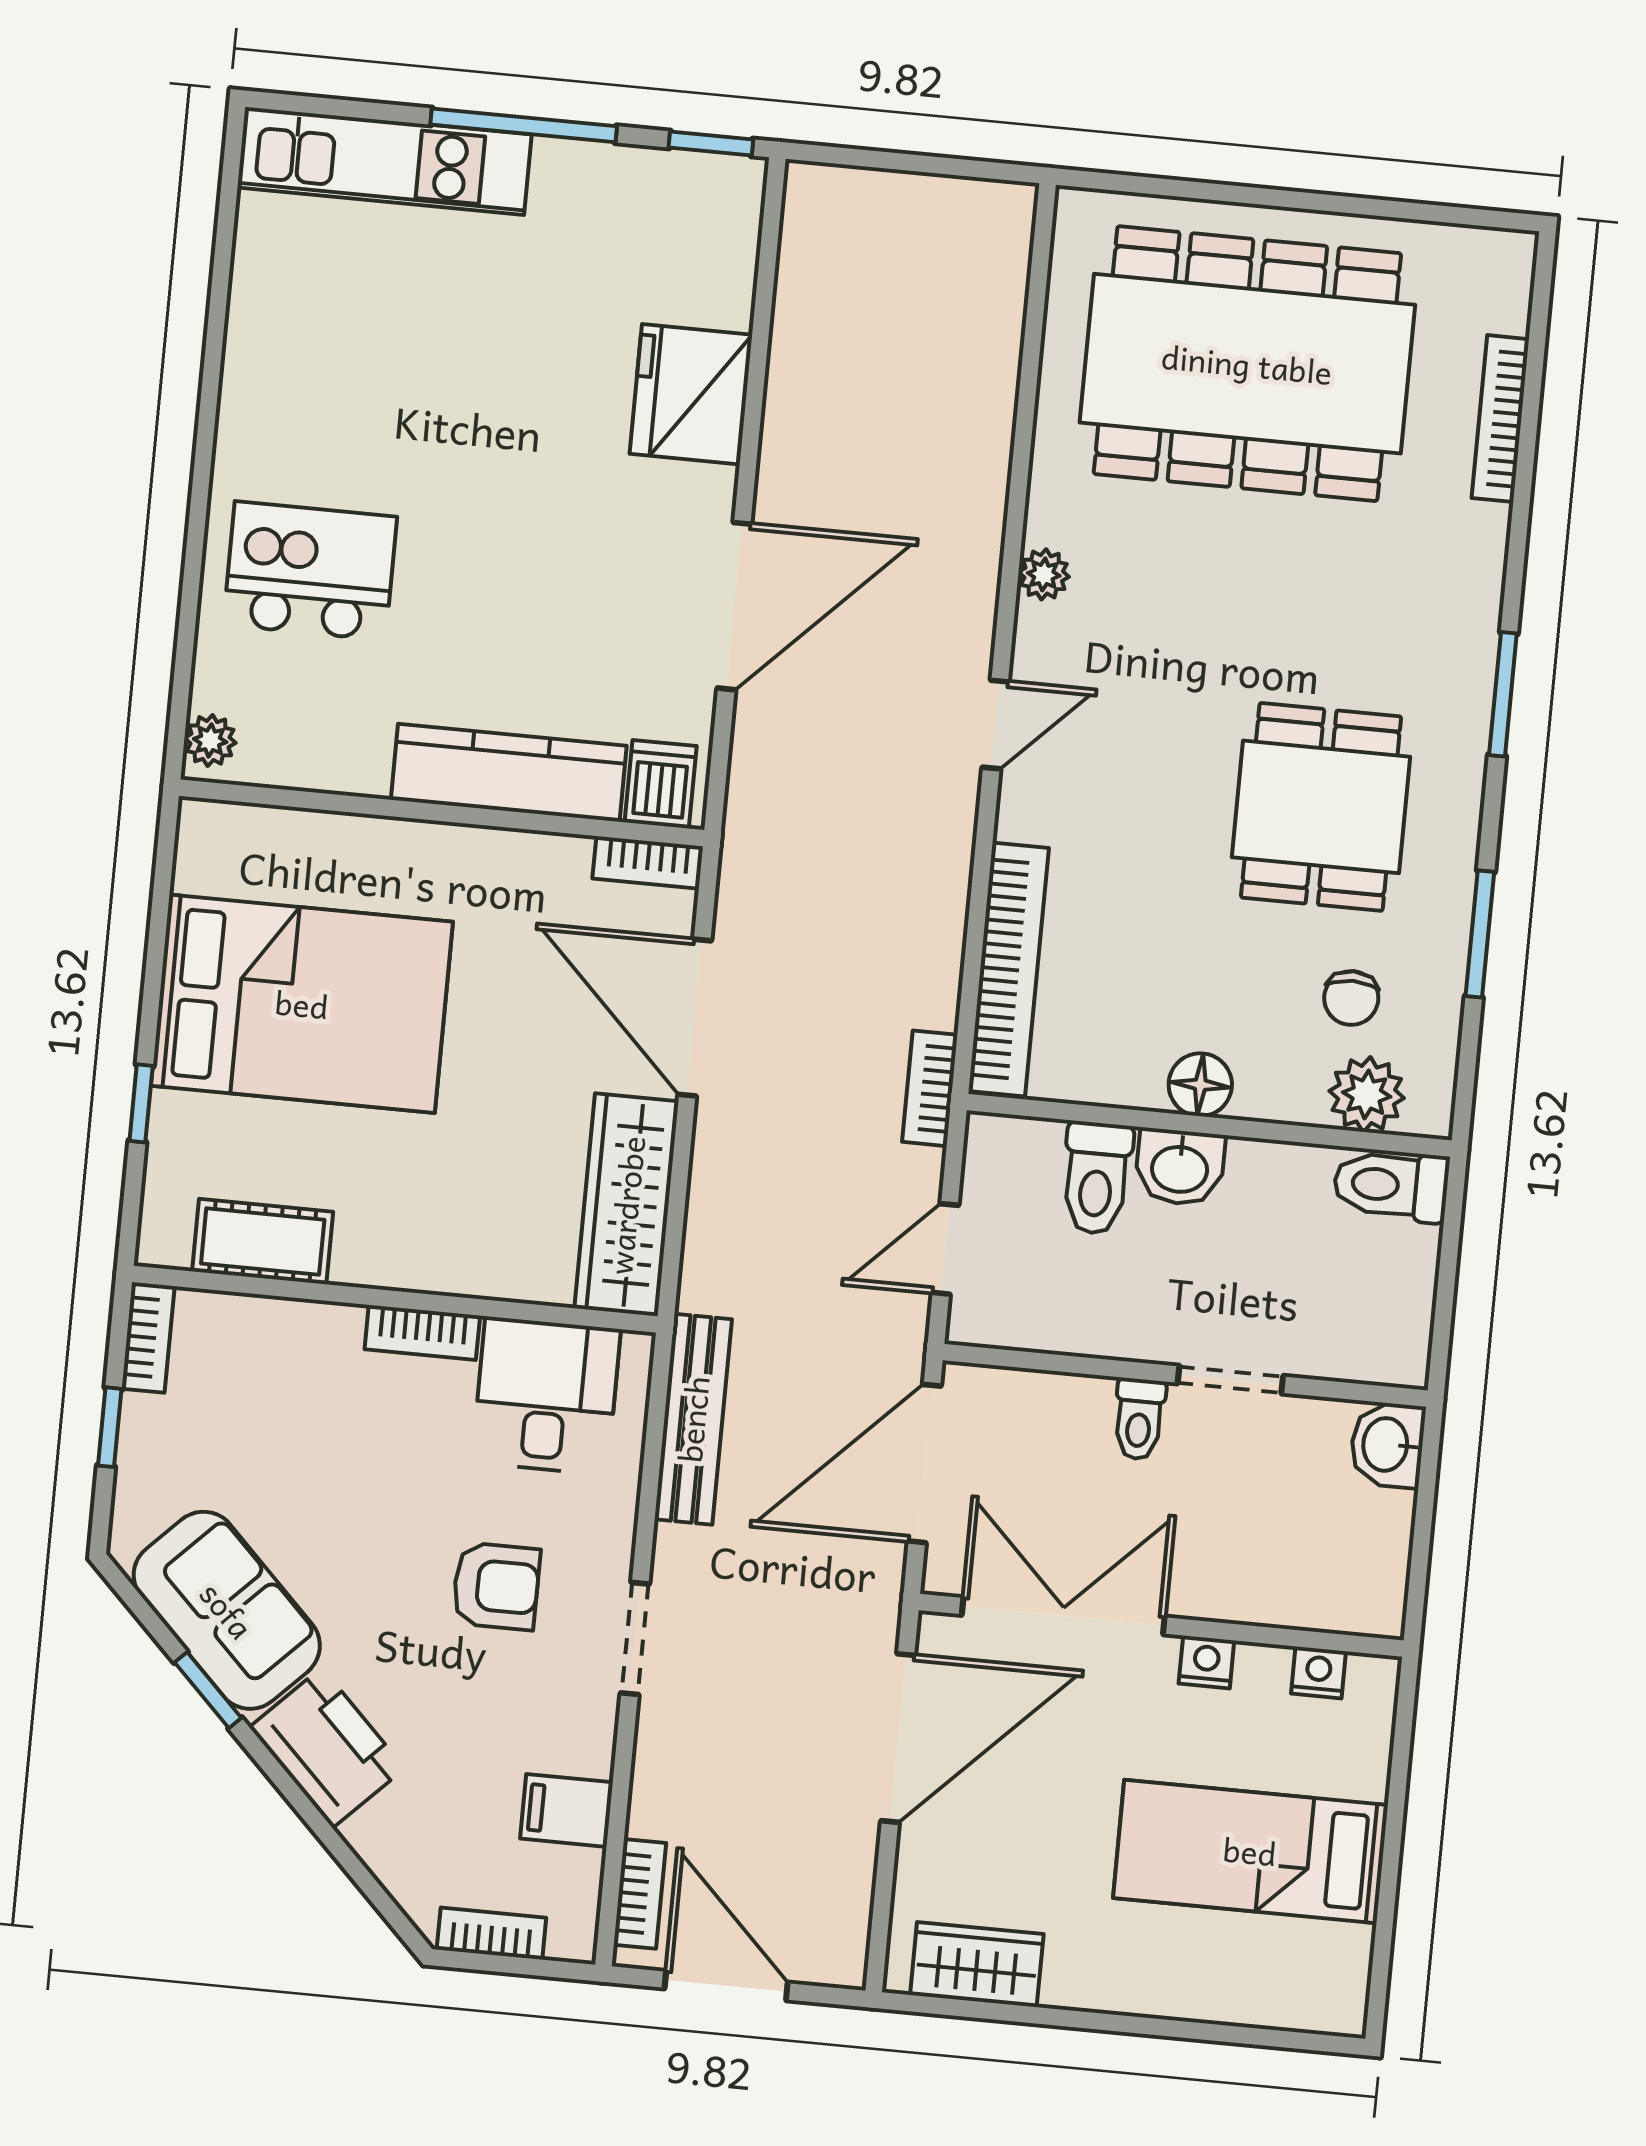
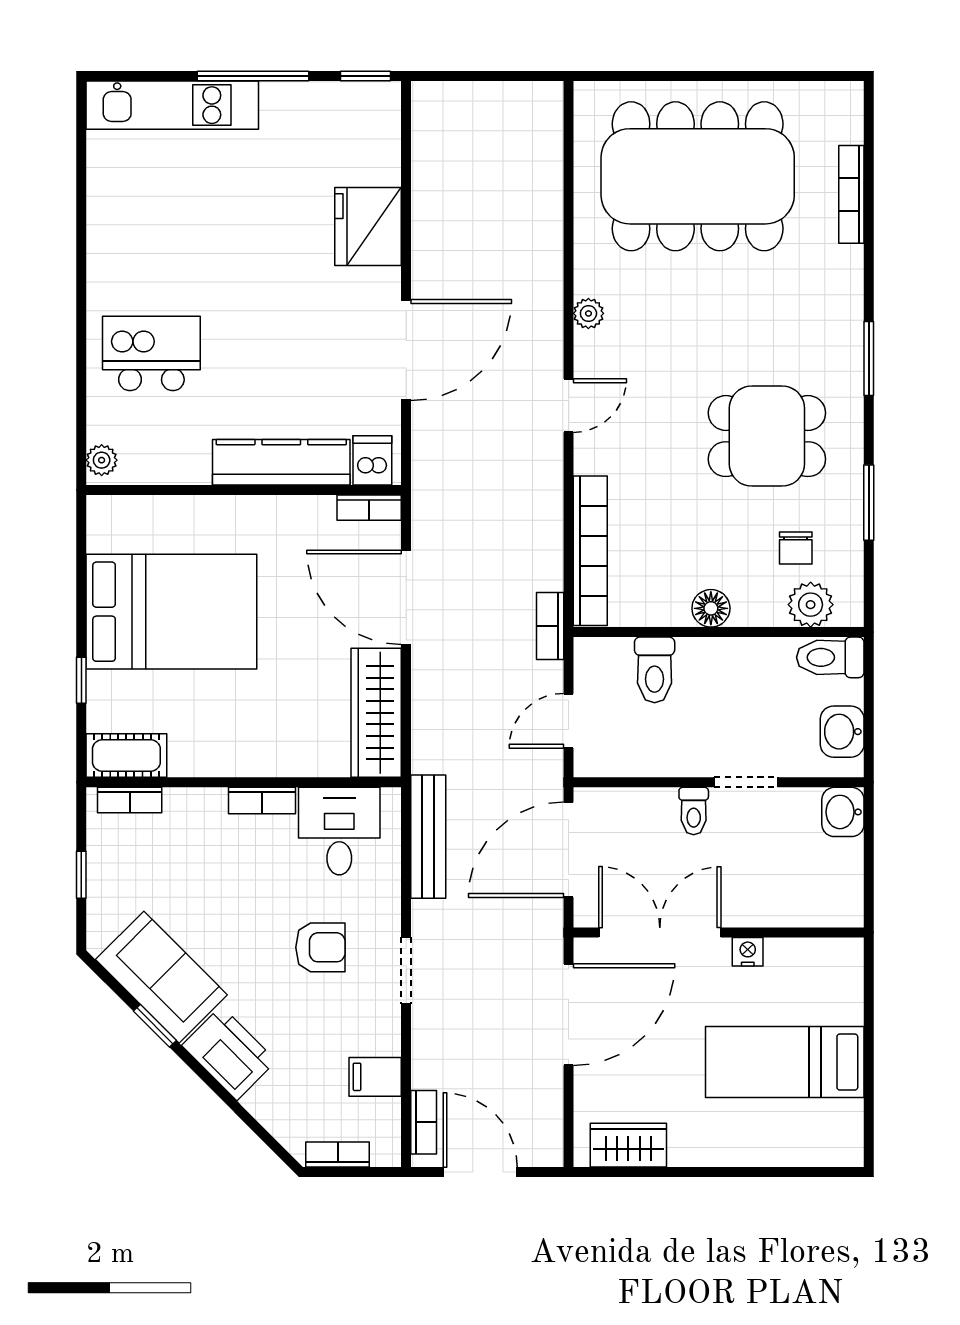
dining table: (1321, 807) -> (767, 436), turned 90
washbasin: (1180, 1167) -> (842, 732), moved, turned 90
cot: (263, 1242) -> (126, 756), moved
bookcase: (148, 1337) -> (130, 800), moved, turned 90
nightstand: (1318, 1672) -> (815, 952), removed

